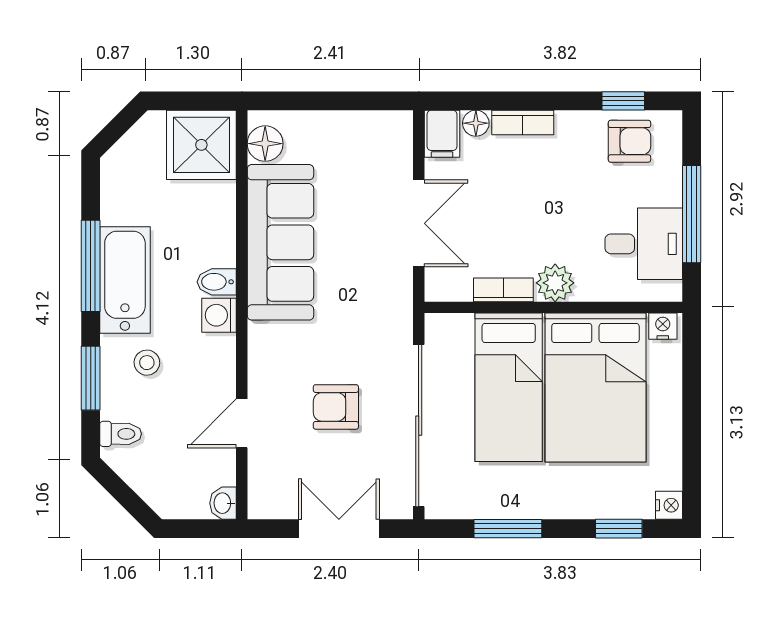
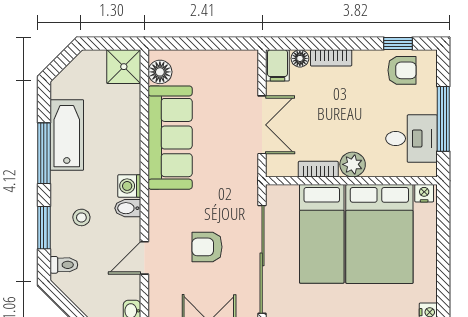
shower: (201, 145) -> (124, 67), width x0.73, depth x0.73
bathtub: (125, 280) -> (67, 135), moved
bidet: (217, 282) -> (128, 208), moved

